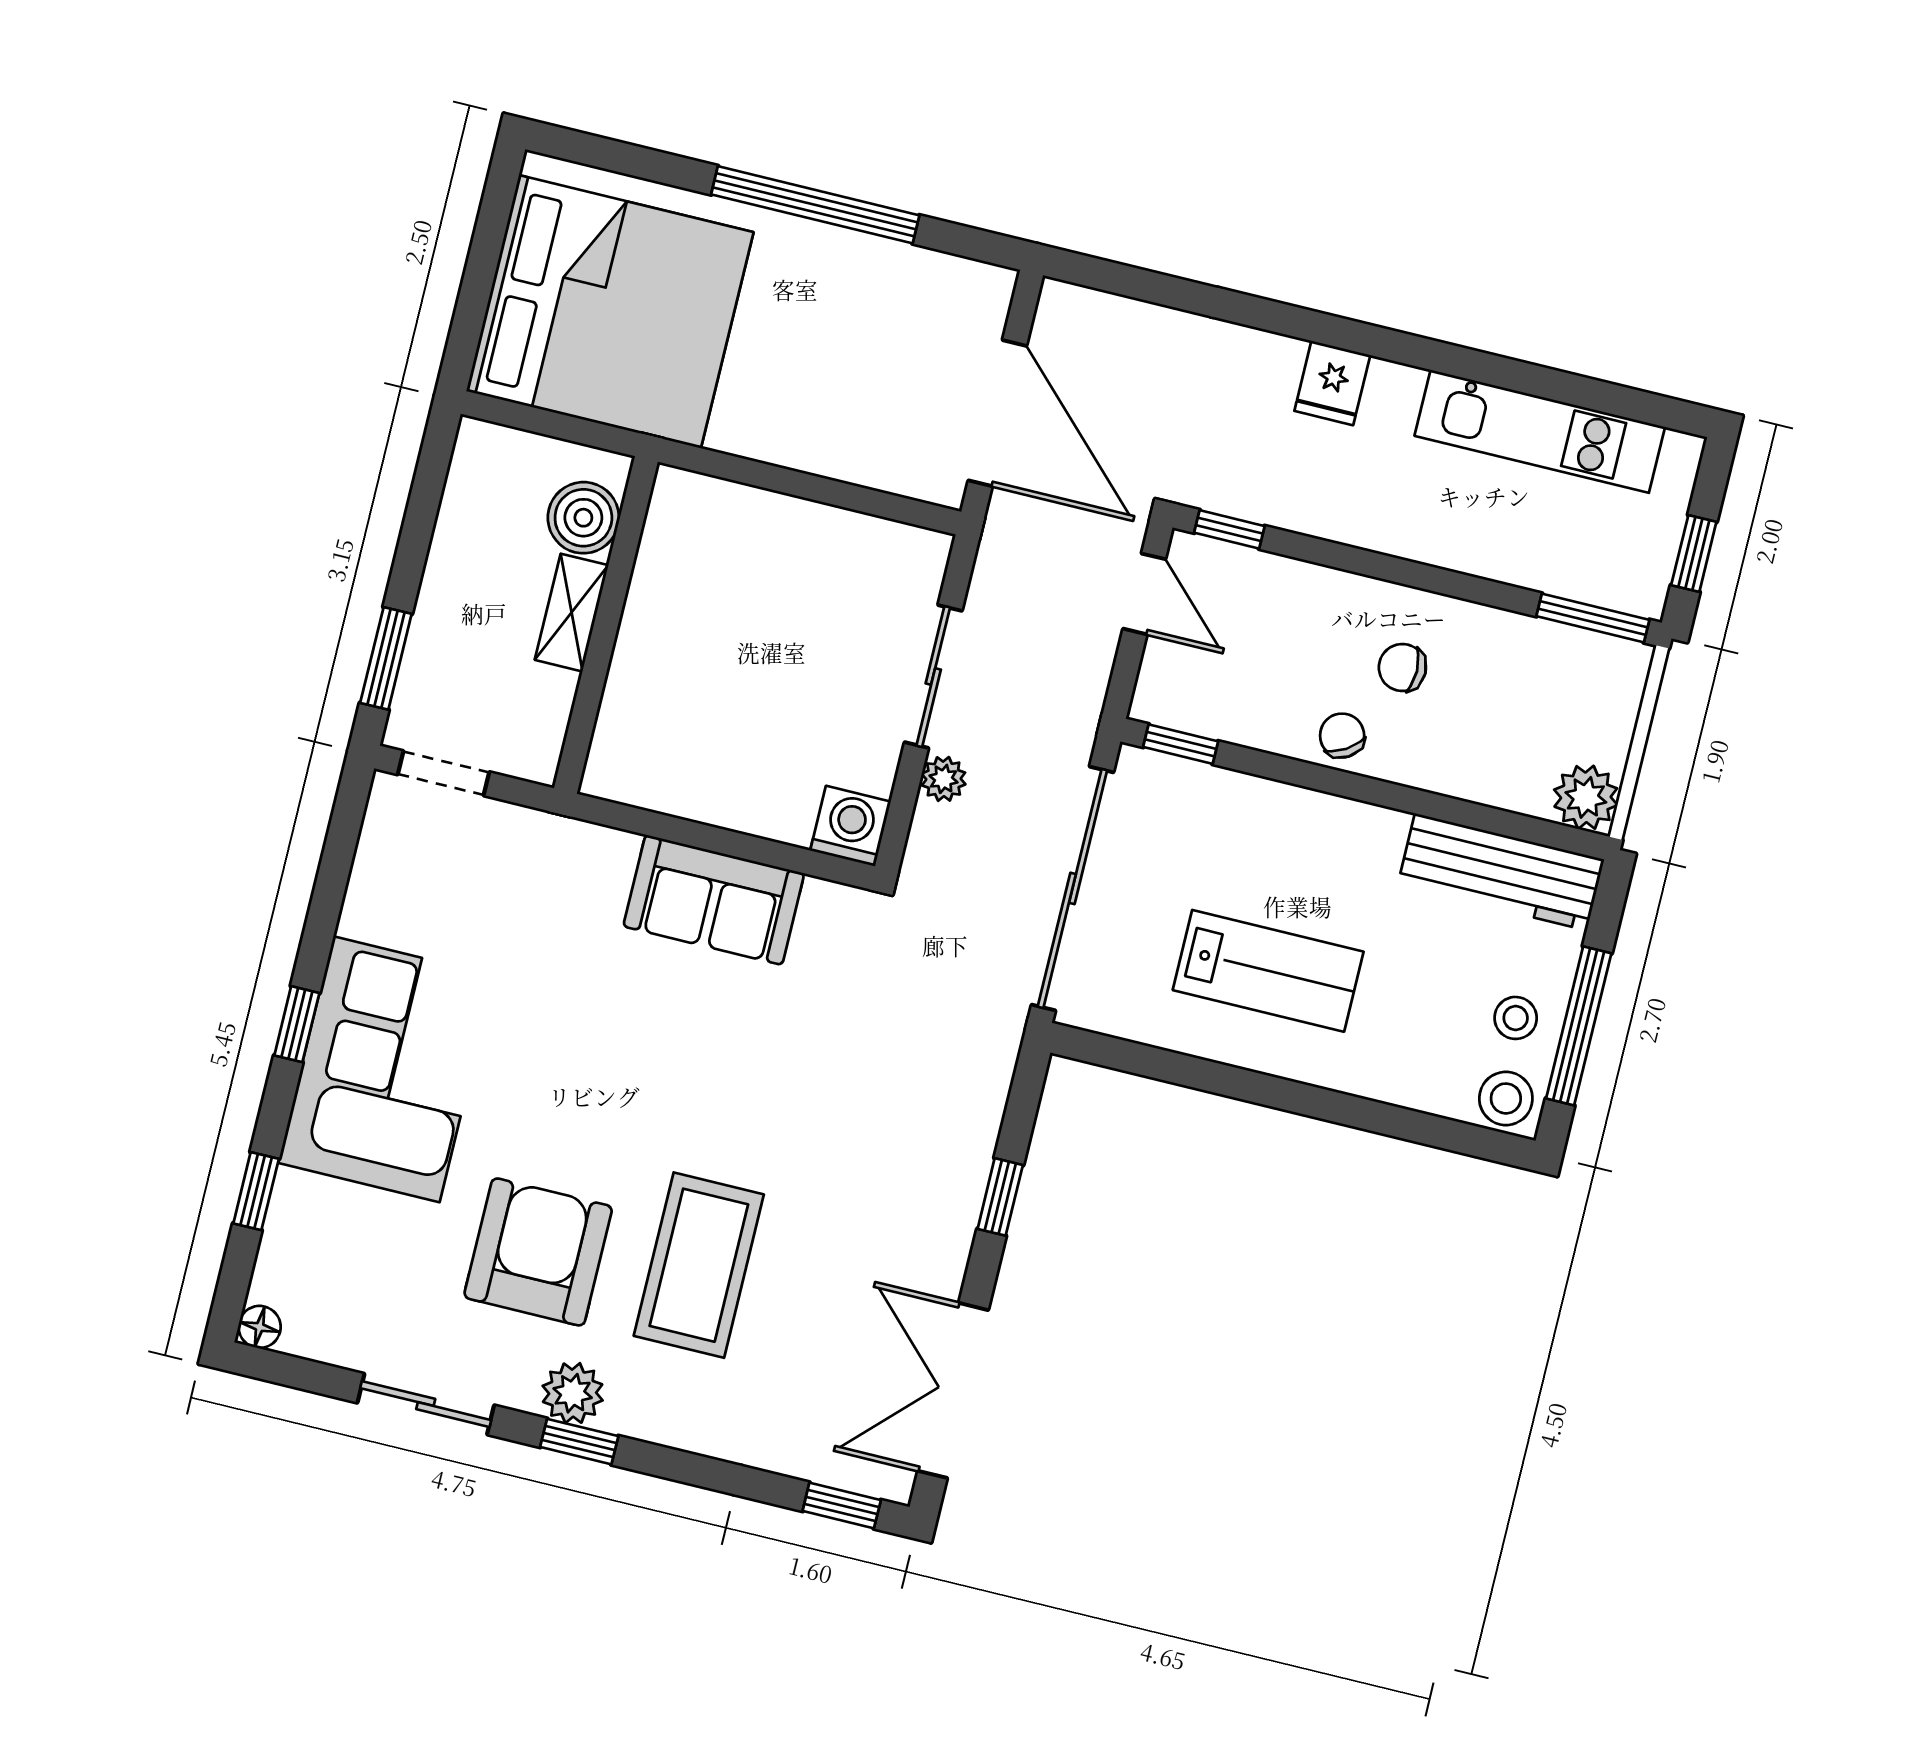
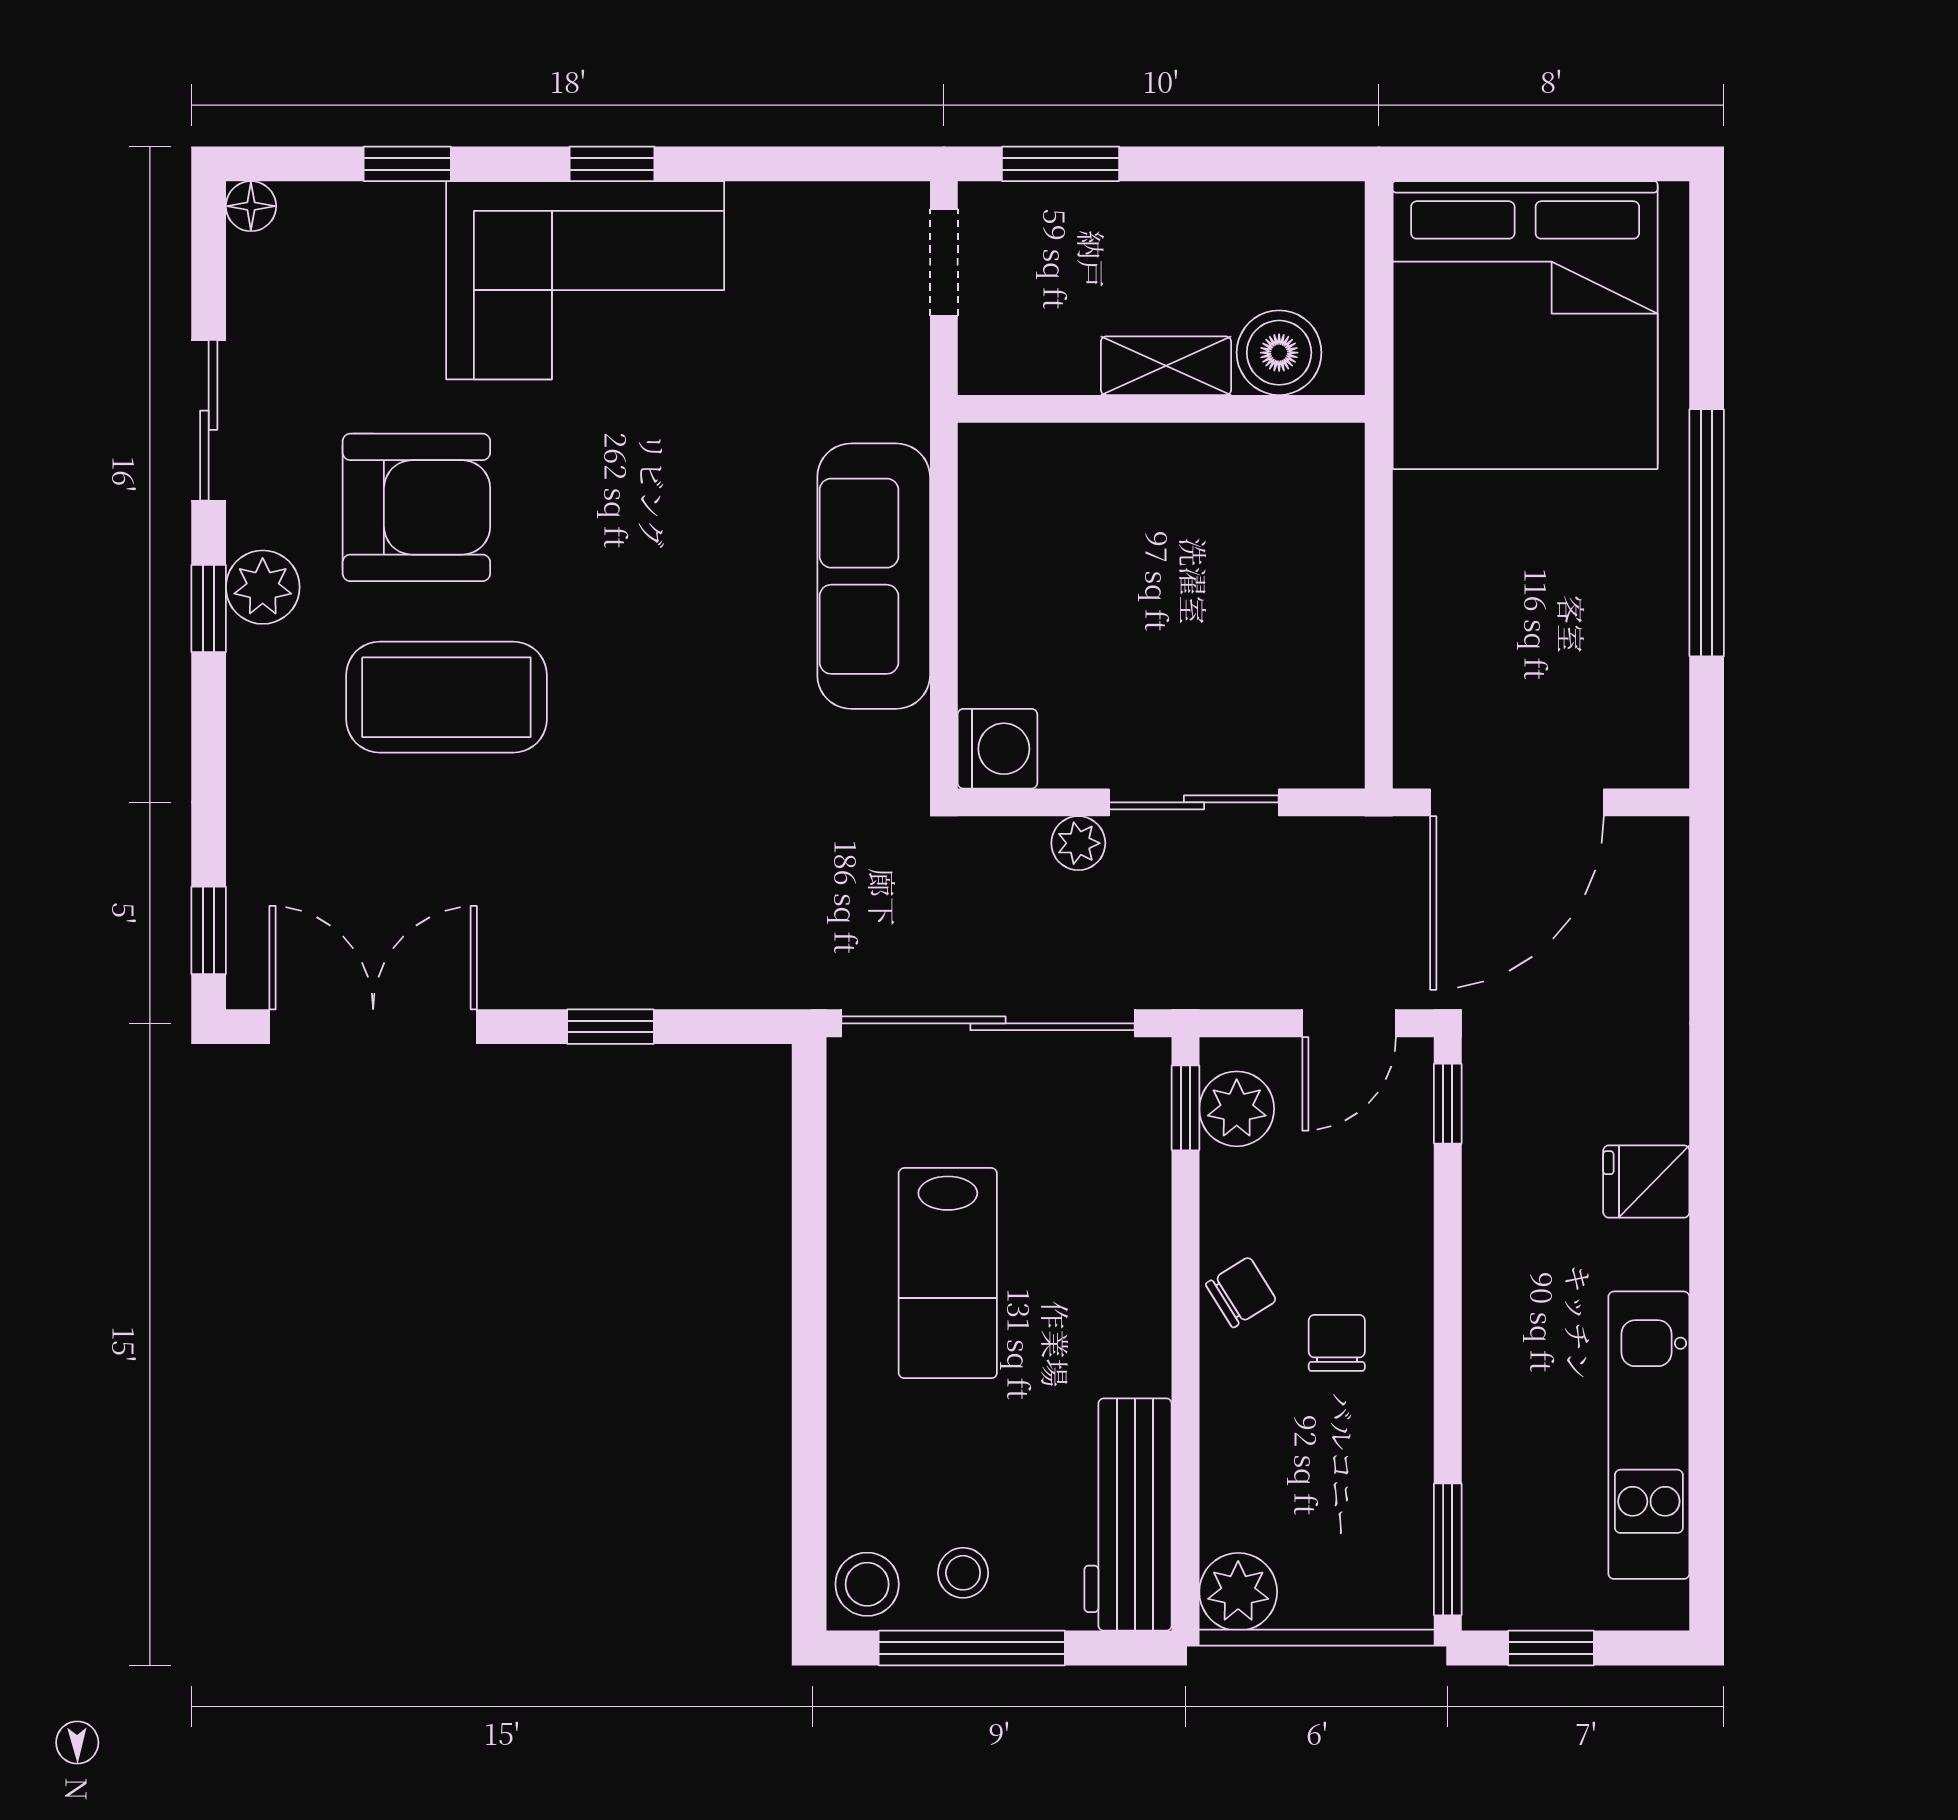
plant: (1192, 703) -> (1237, 1109), added
sofa: (714, 900) -> (874, 576), width x1.36

